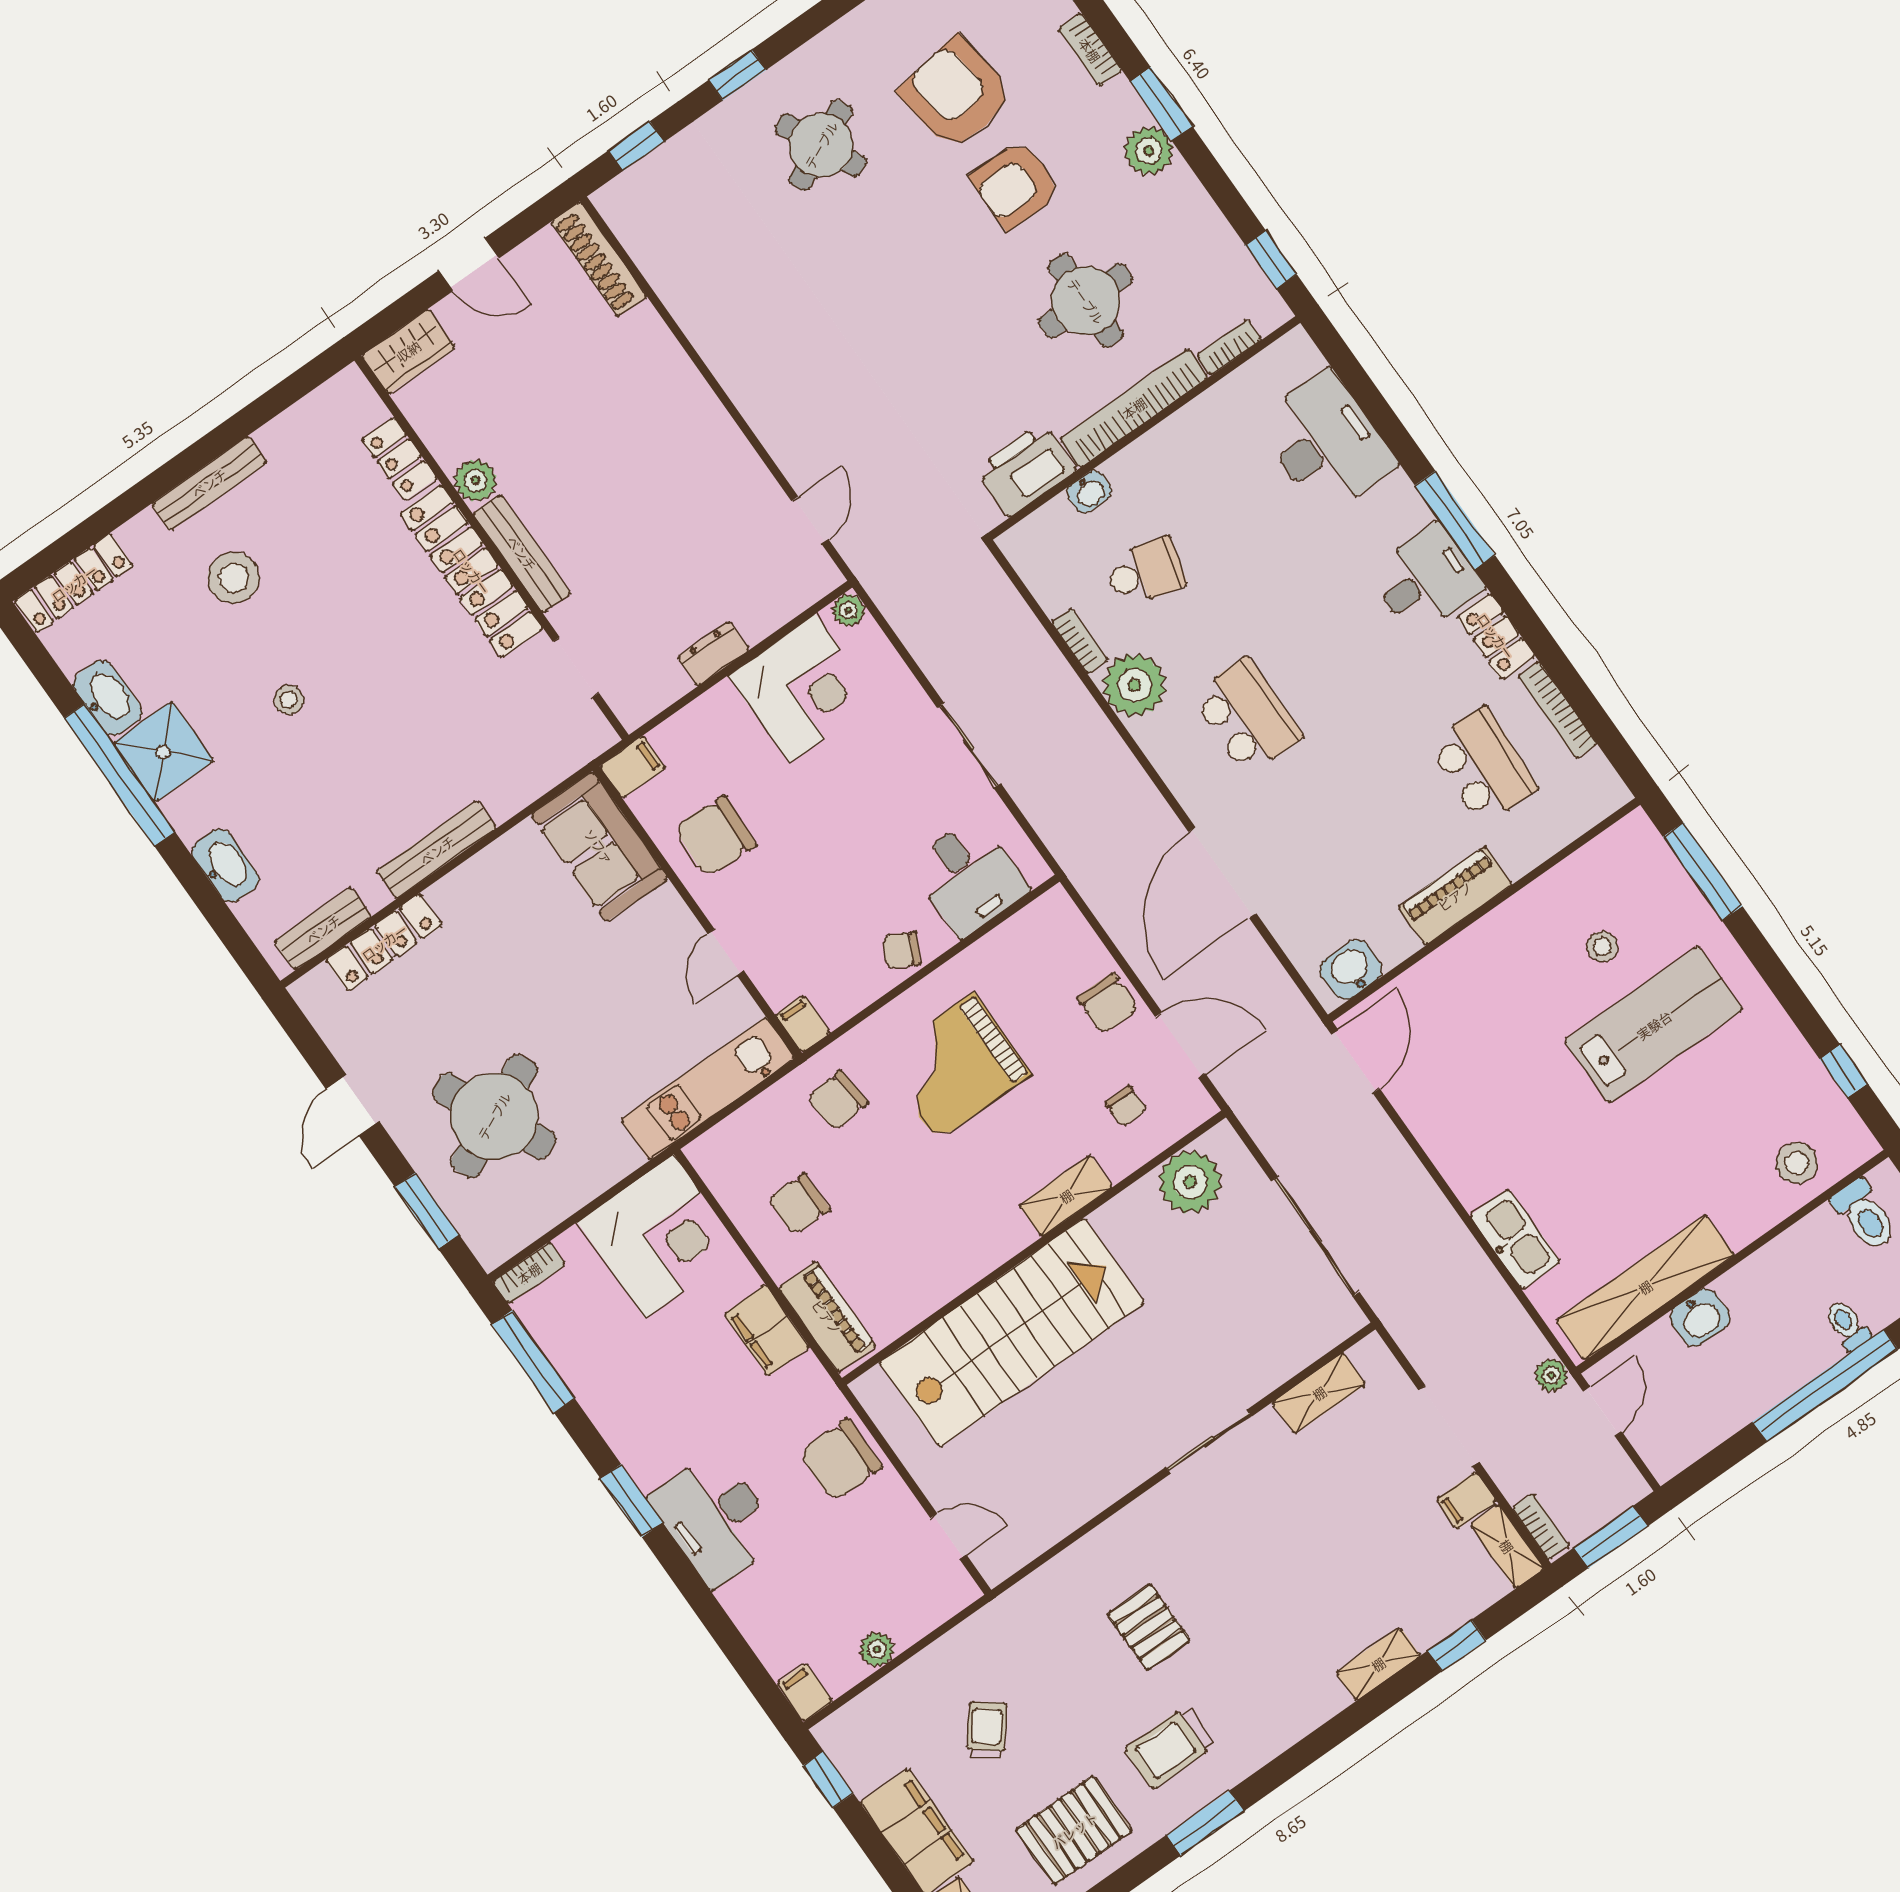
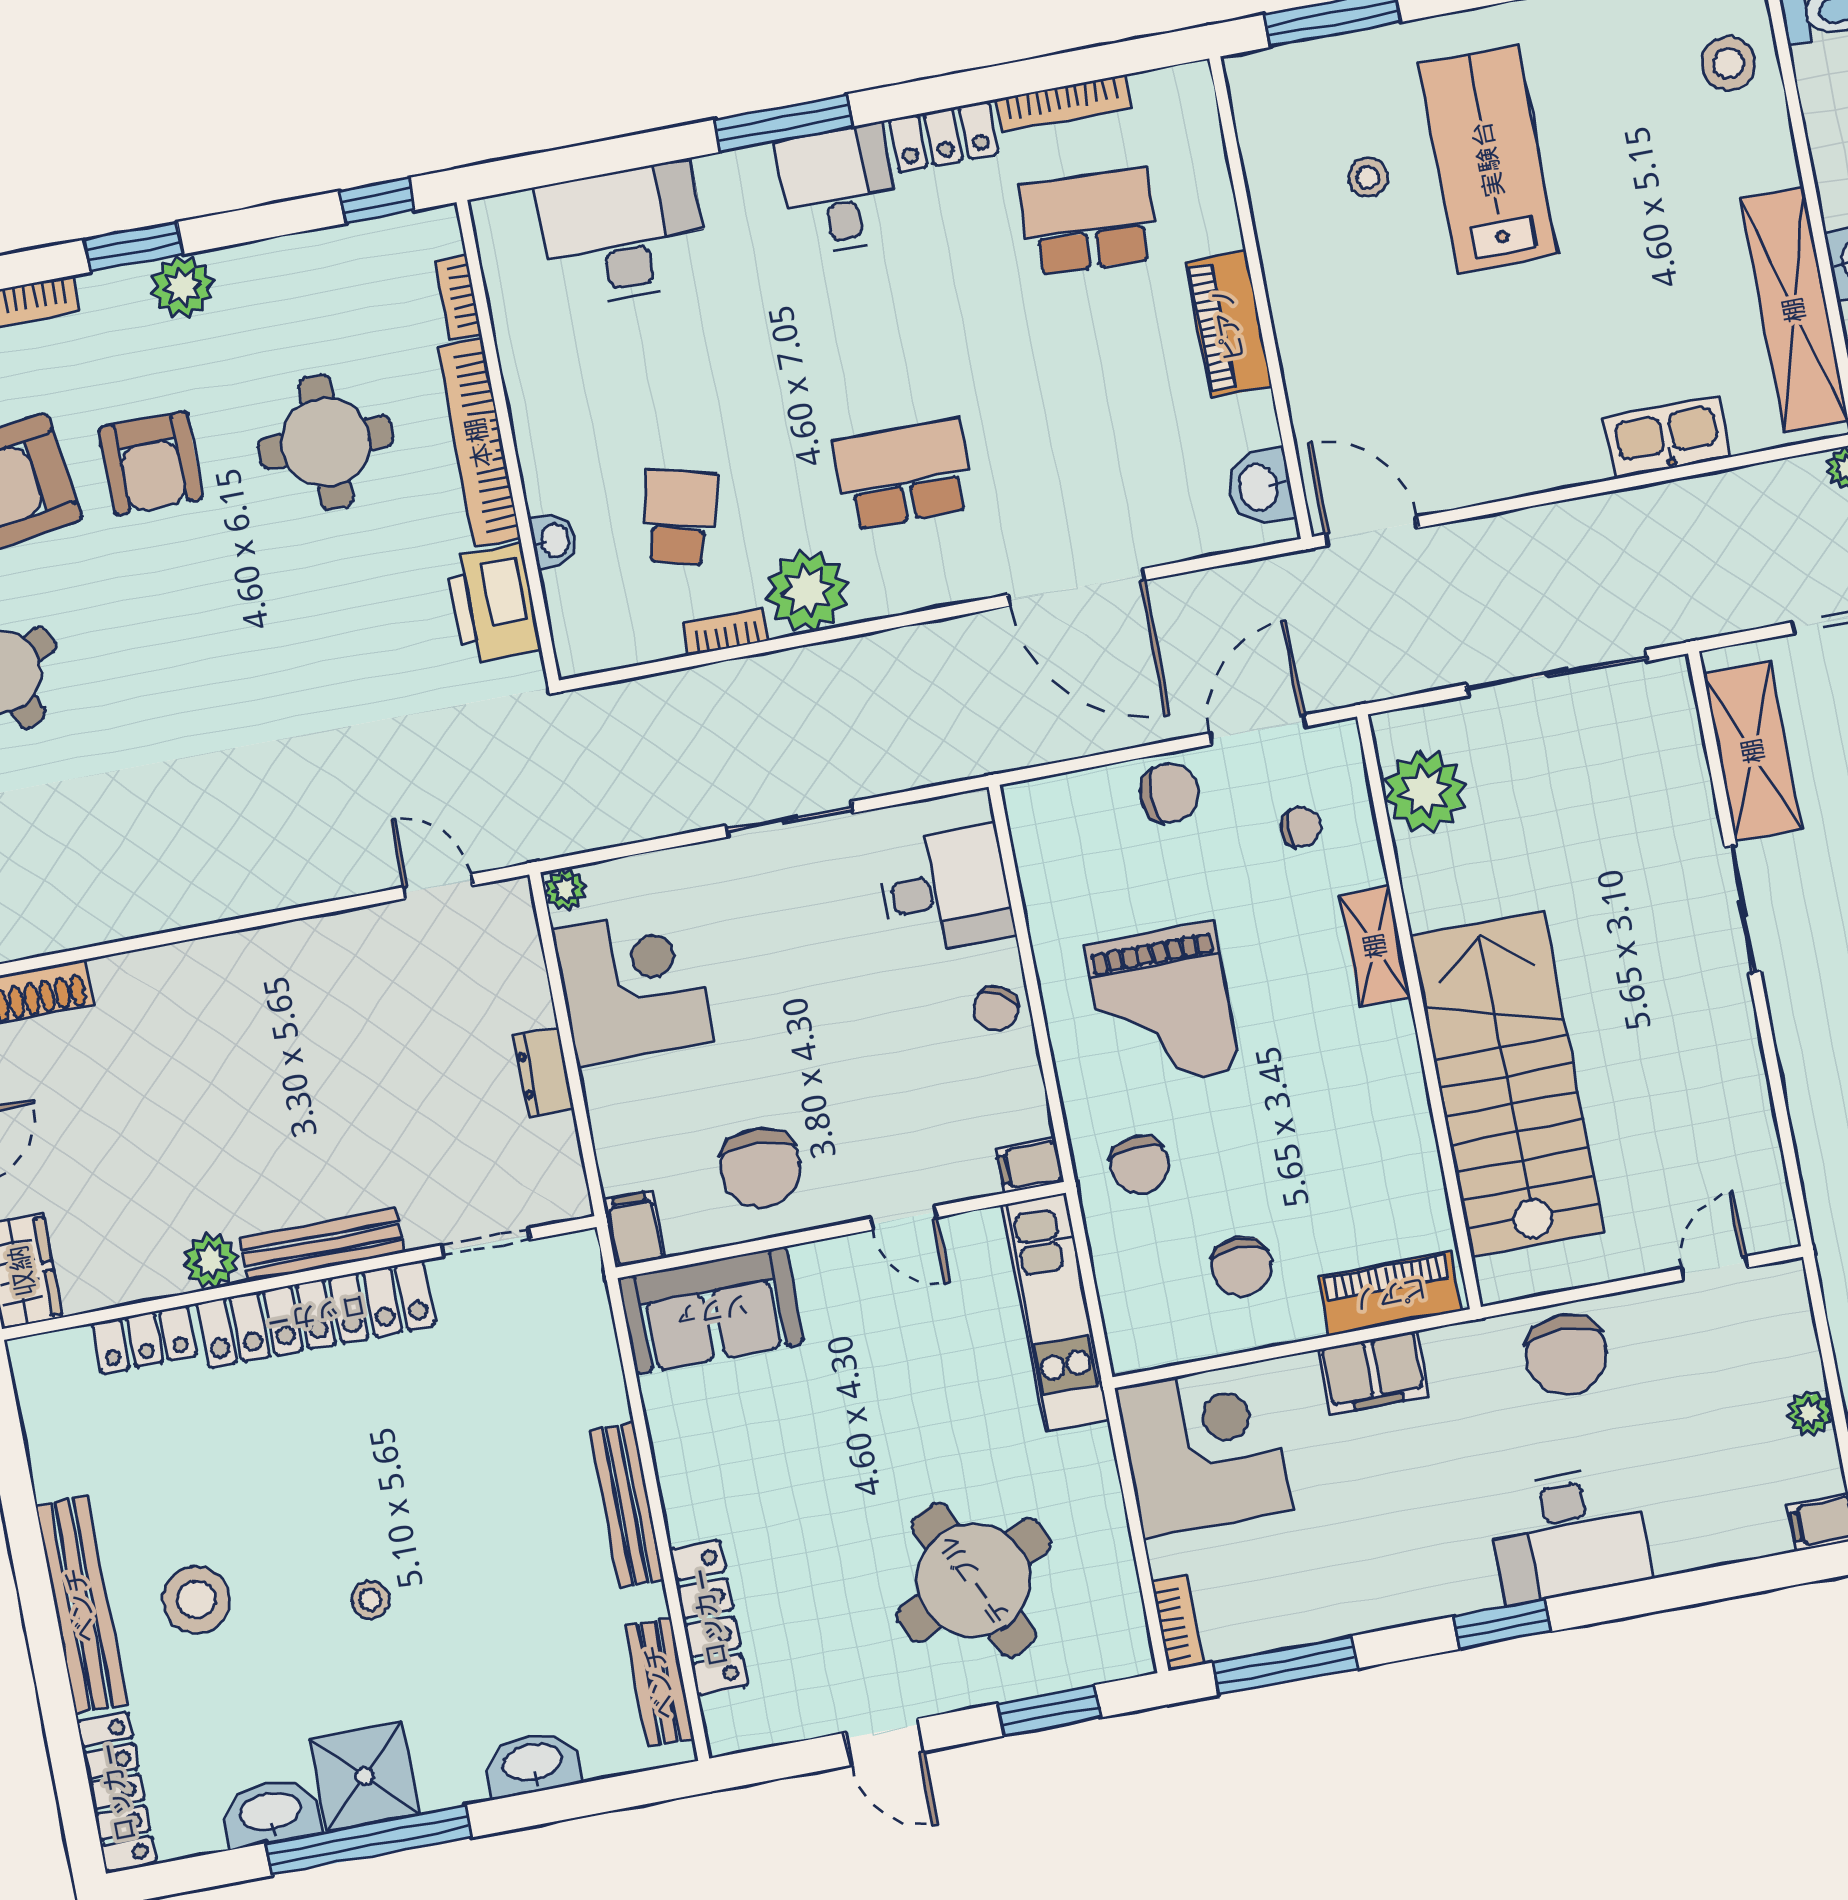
bench: (209, 483) -> (81, 1605), width x1.37, depth x1.21
shelving: (1319, 1393) -> (1753, 751), width x1.50, depth x1.33

